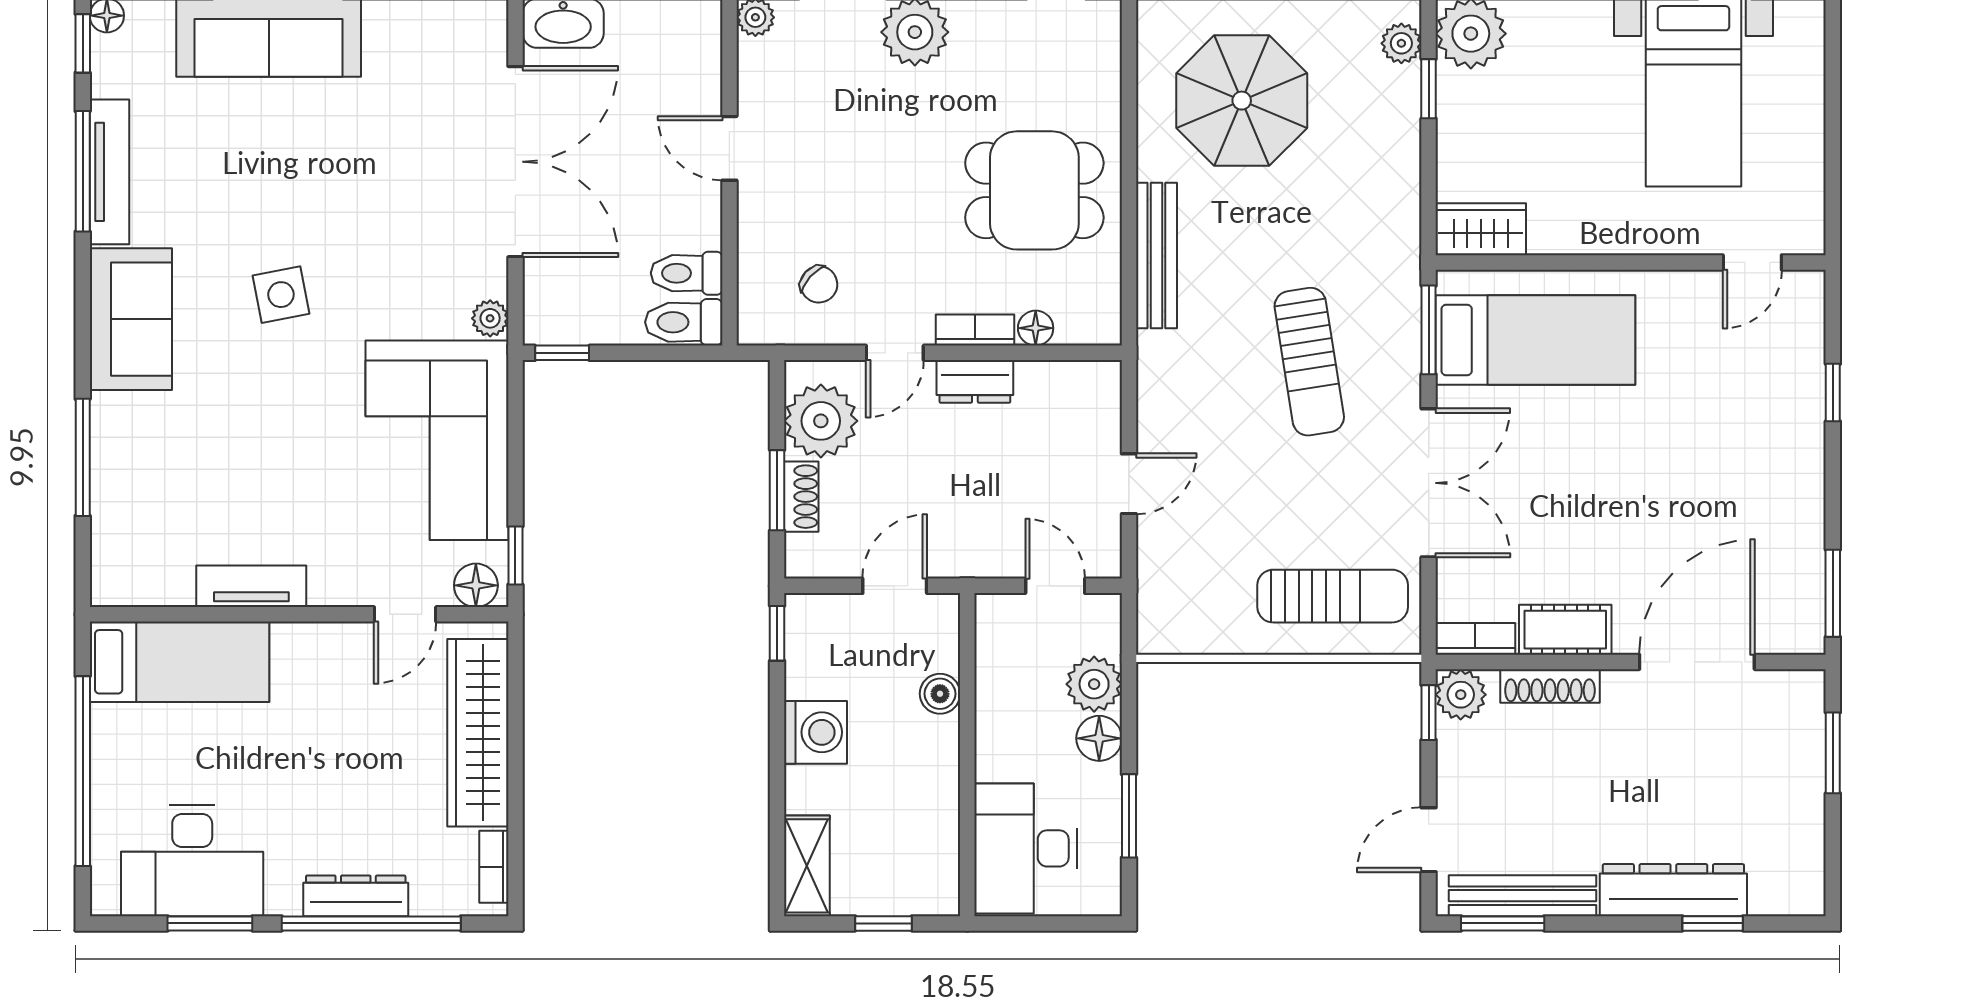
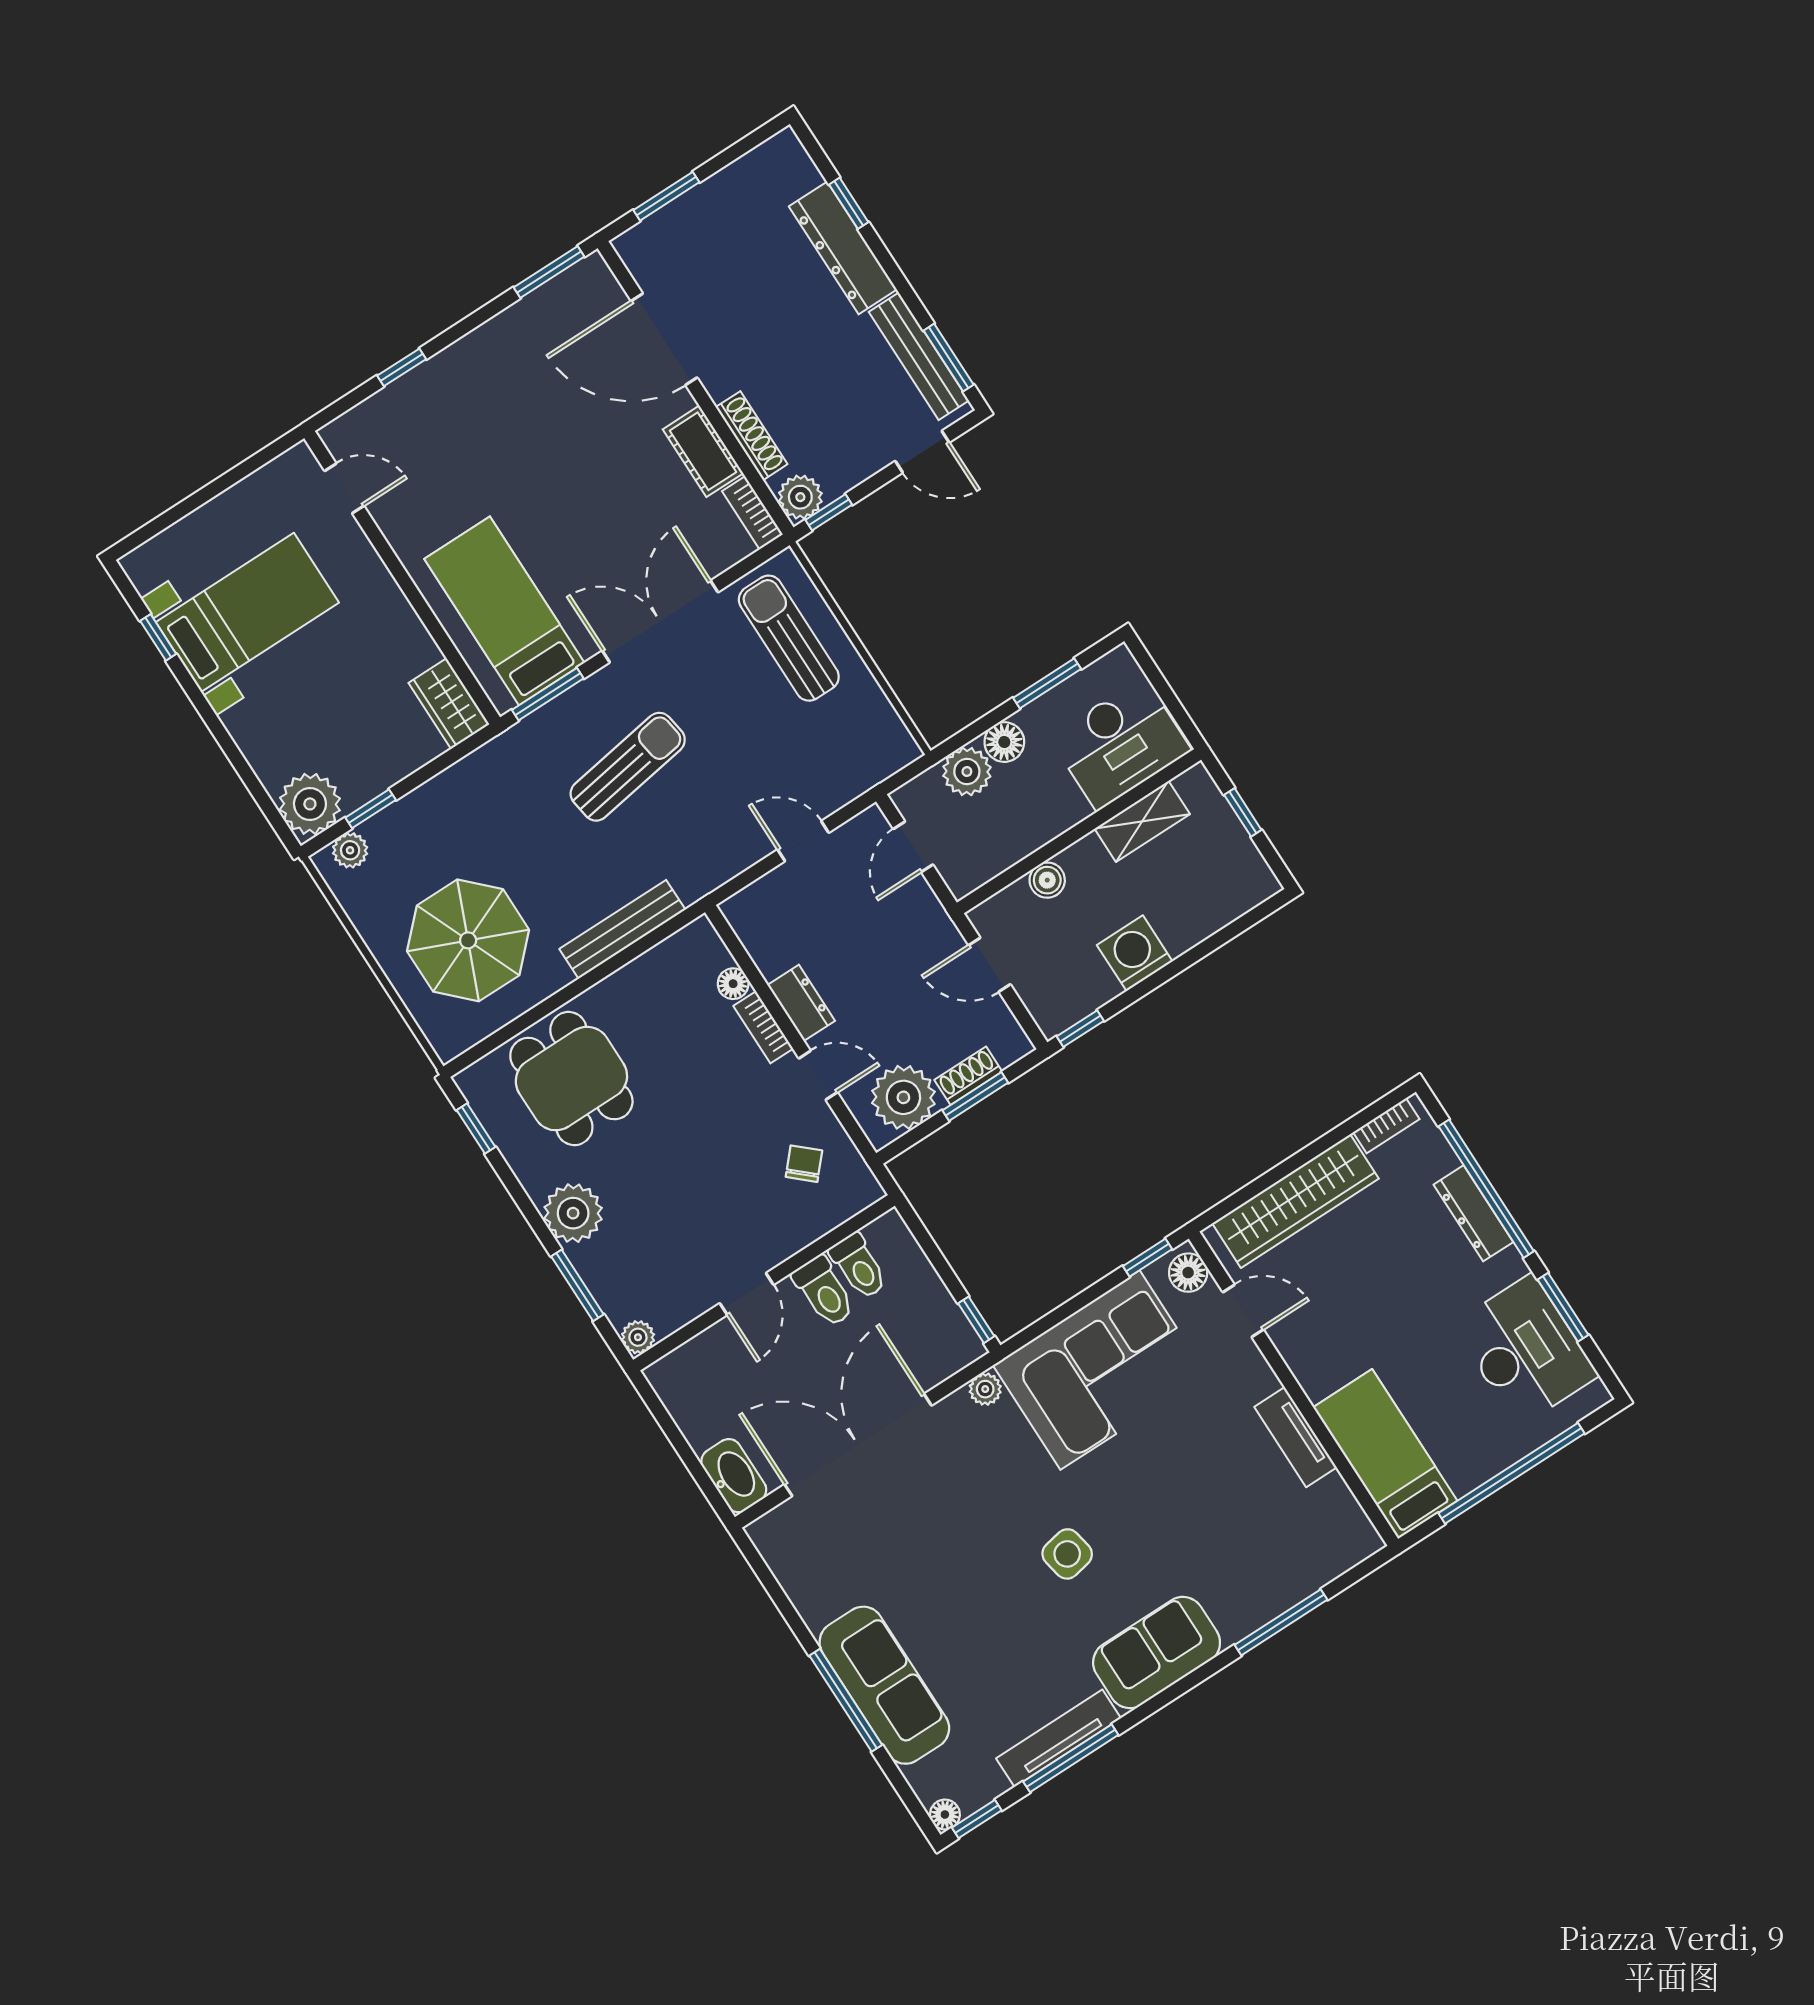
dining table: (1034, 190) -> (571, 1079), moved
toilet: (684, 322) -> (824, 1291), moved
shelving: (807, 866) -> (1142, 821), moved

